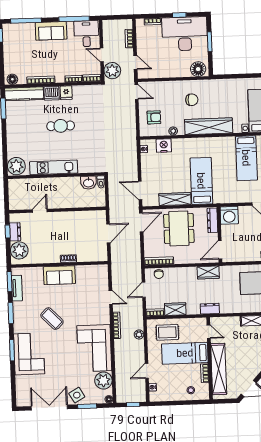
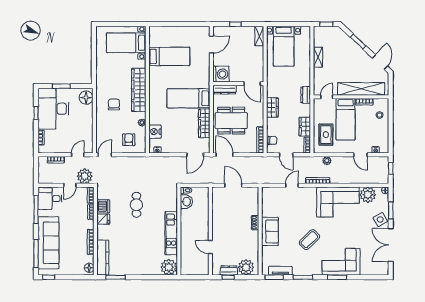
sofa: (51, 31) -> (48, 243), width x1.85, depth x1.27
dishwasher: (52, 93) -> (103, 206), moved
cafe table: (61, 126) -> (136, 205), moved
wardrobe: (208, 272) -> (272, 107), moved

